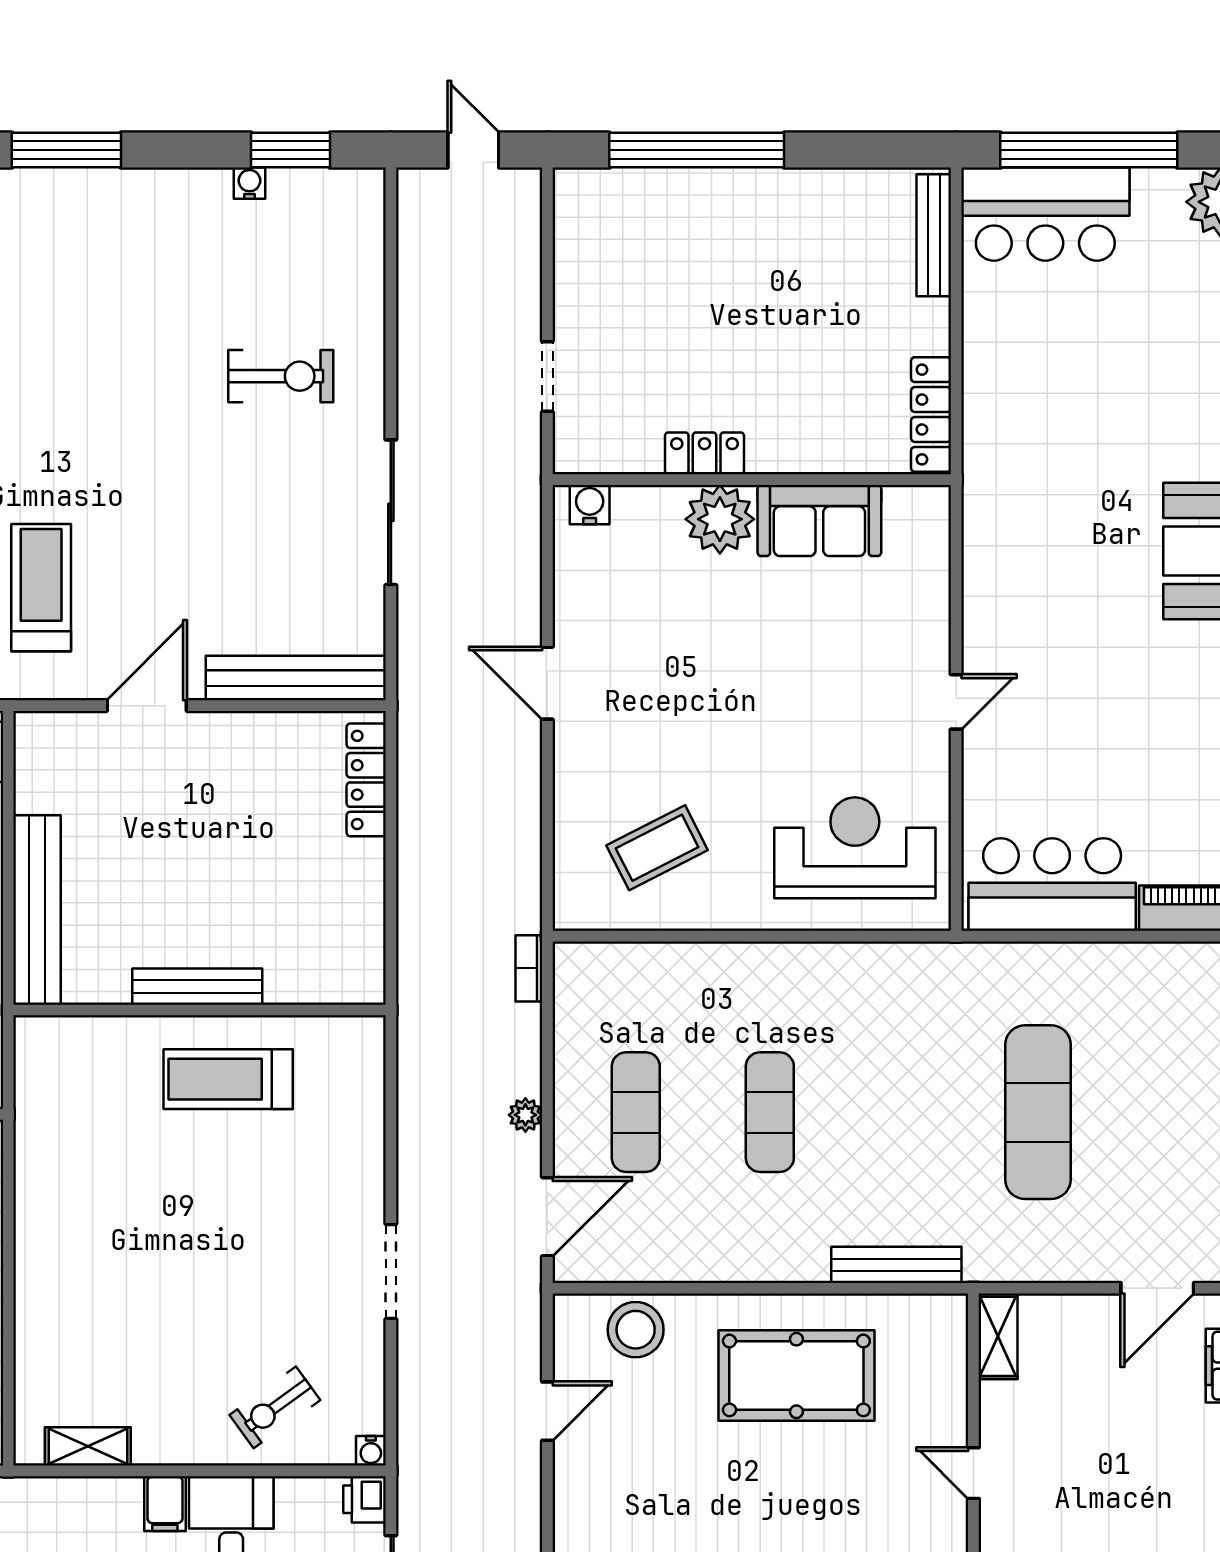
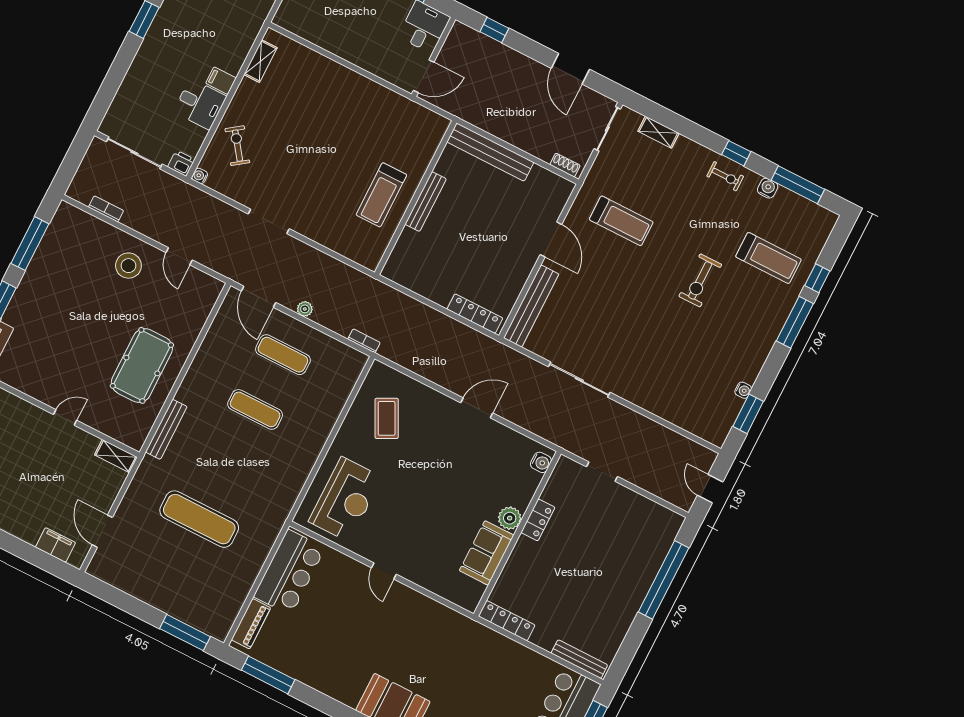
door: (473, 150) -> (710, 489), swing flipped
exercise bike: (281, 376) -> (700, 280), moved
plant: (720, 519) -> (510, 518), width x0.73, depth x0.73
treadmill: (228, 1079) -> (381, 195), turned 180
stool: (636, 1330) -> (128, 266), moved

